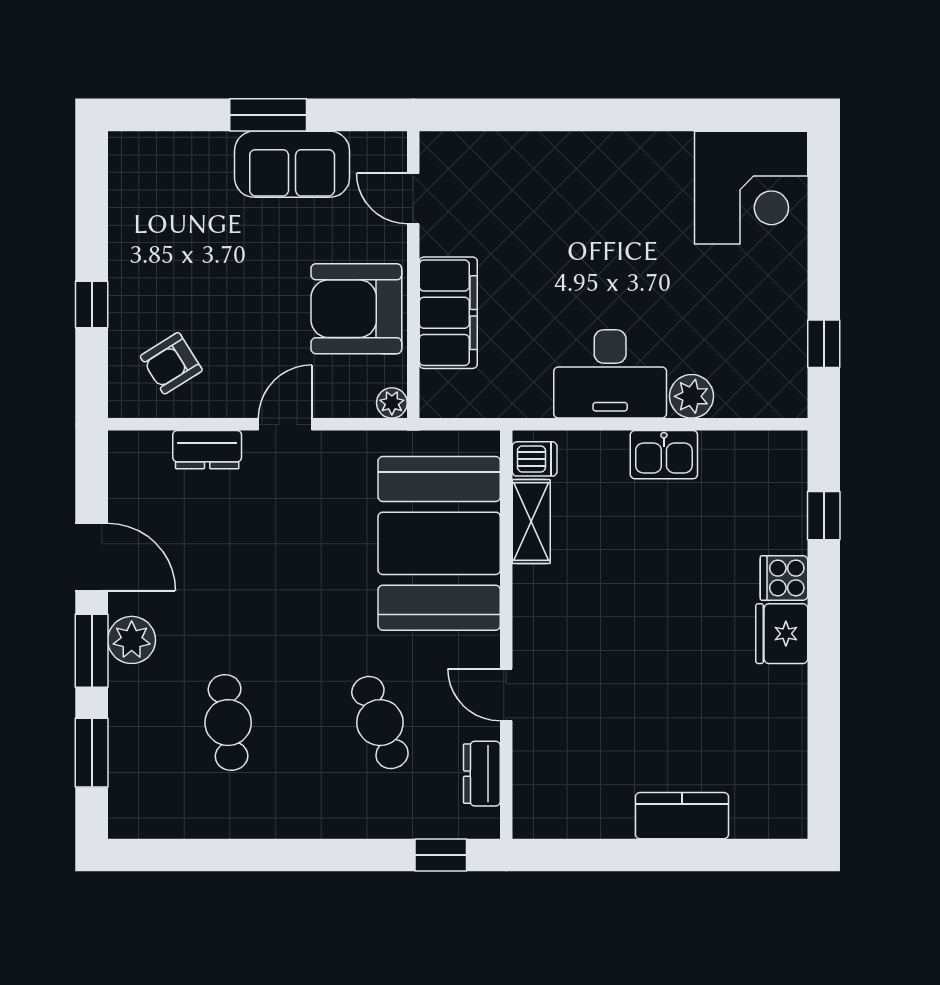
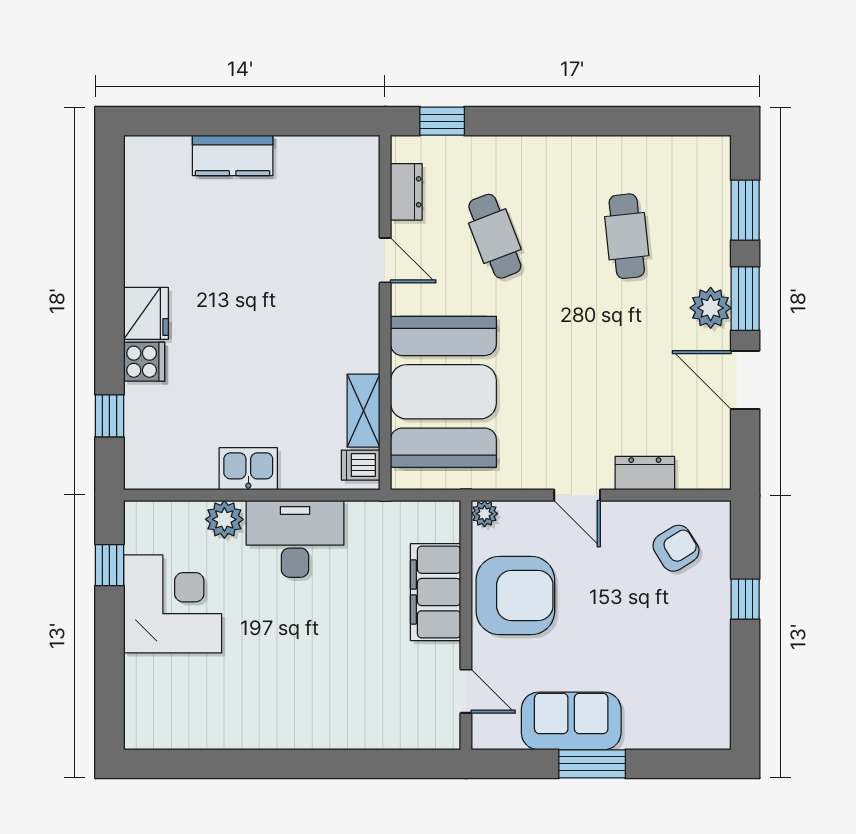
corner desk: (751, 188) -> (173, 604), moved, turned 90
door: (285, 424) -> (577, 495), hinge flipped

